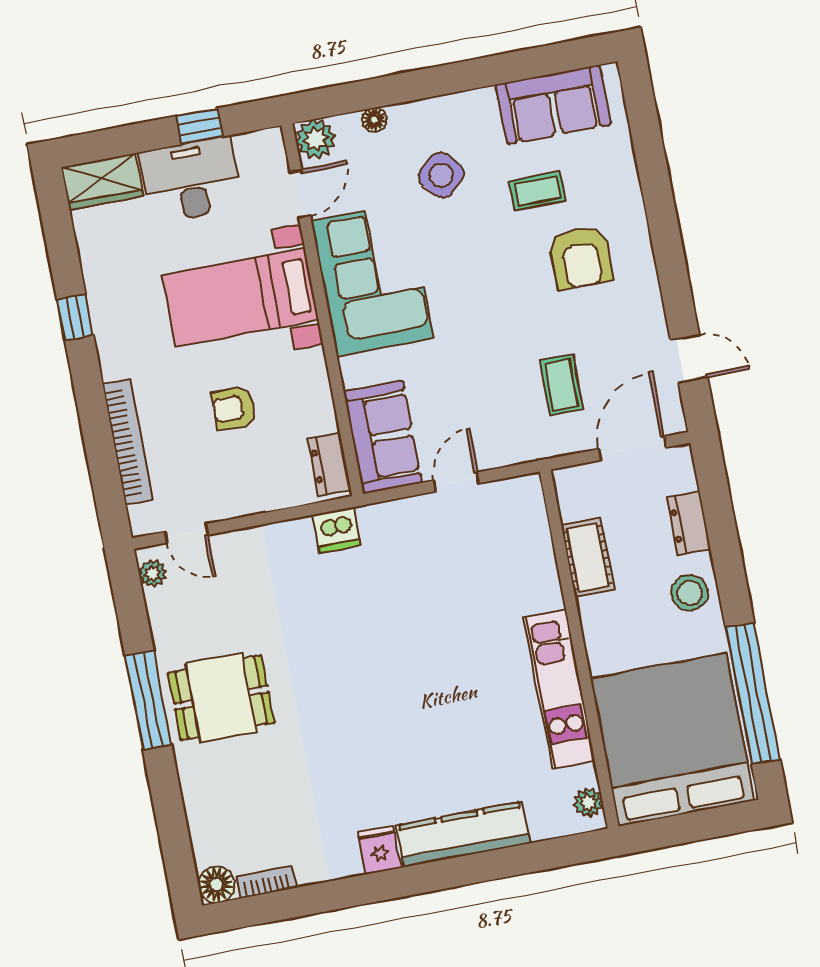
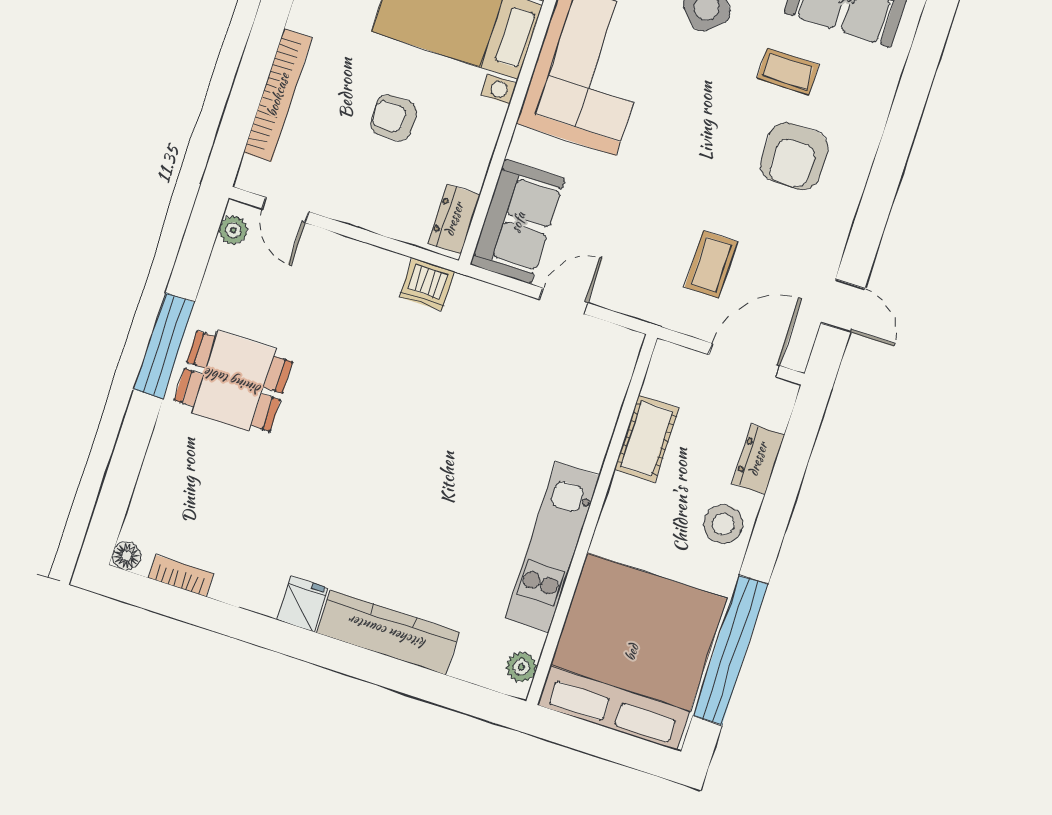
floor lamp: (216, 884) -> (126, 556), width x0.73, depth x0.73

